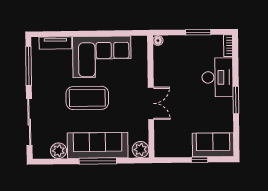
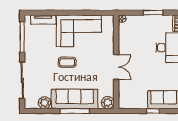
coffee table: (87, 98) -> (67, 62), width x0.54, depth x0.58

